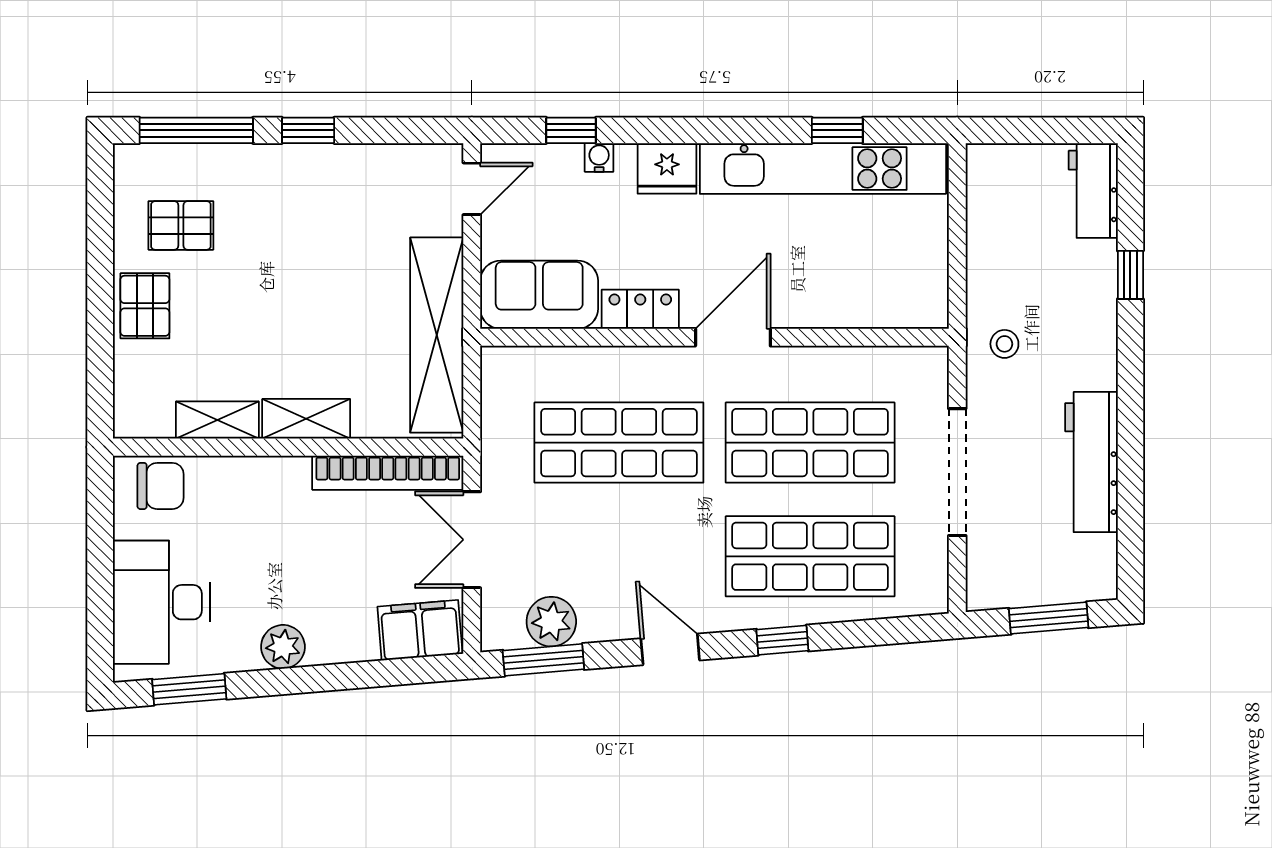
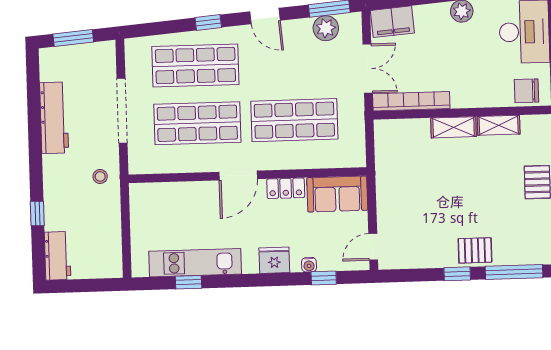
kitchen unit: (823, 169) -> (195, 263), width x0.73
pallet: (181, 225) -> (475, 250), moved
shelving: (437, 335) -> (389, 172), removed

